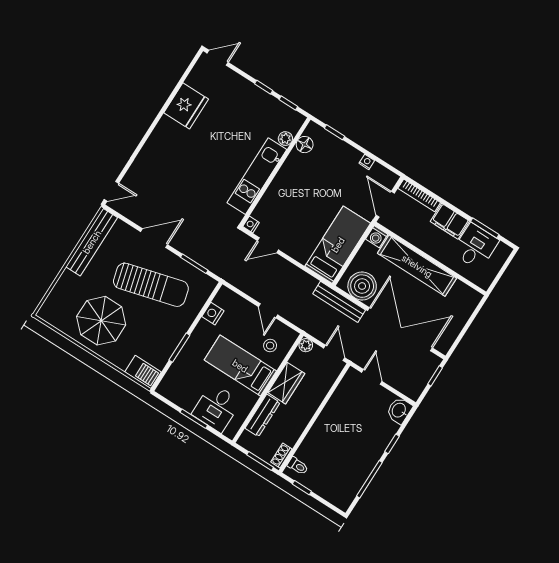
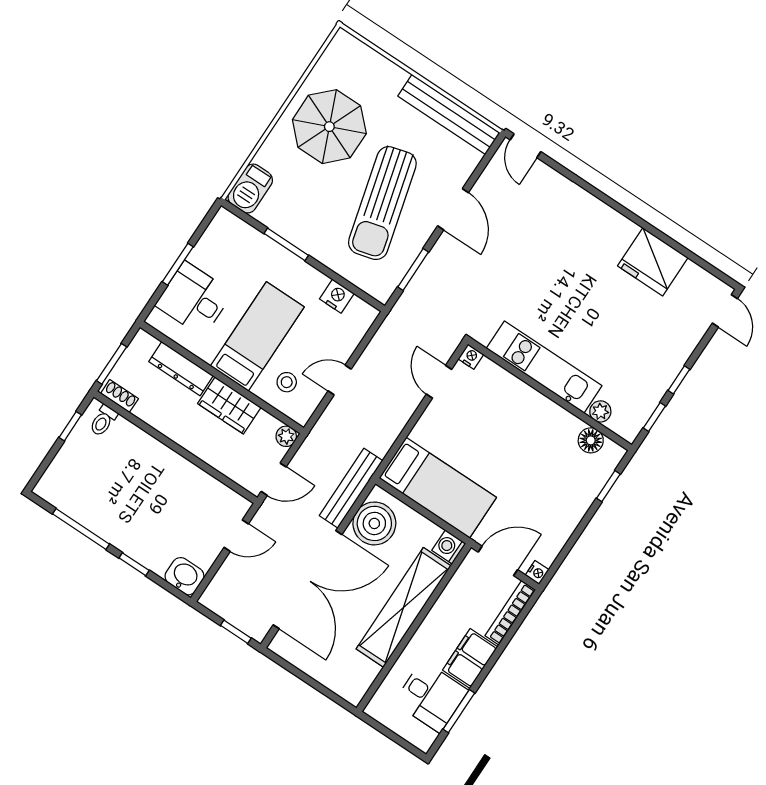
nightstand: (367, 162) -> (537, 572), moved

